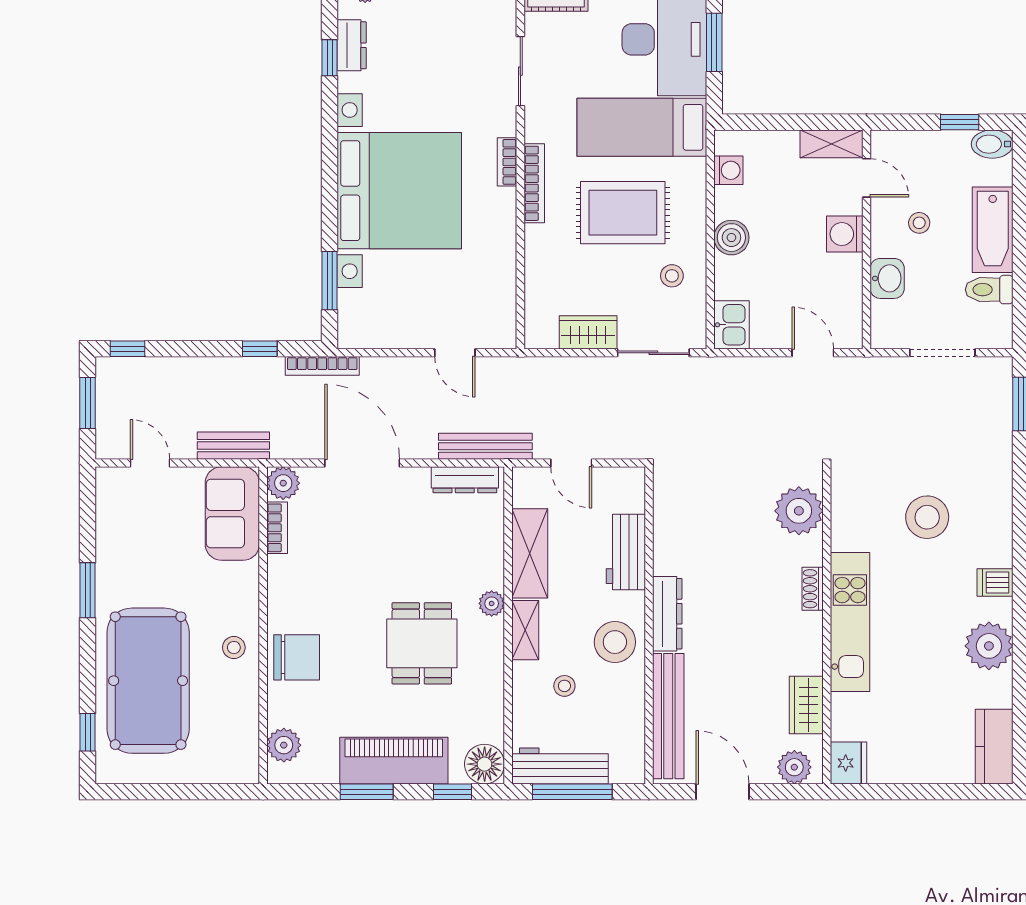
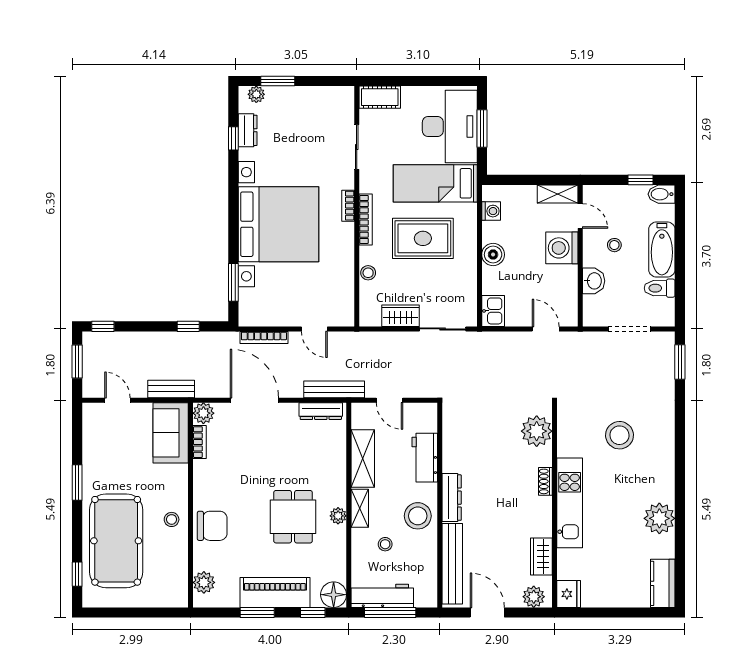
washing machine: (845, 234) -> (562, 248), width x1.37, depth x1.37
stool: (672, 276) -> (368, 273), moved
bookcase: (322, 366) -> (264, 337), moved
dishwasher: (995, 583) -> (663, 477), removed
plant: (492, 603) -> (338, 516), moved

